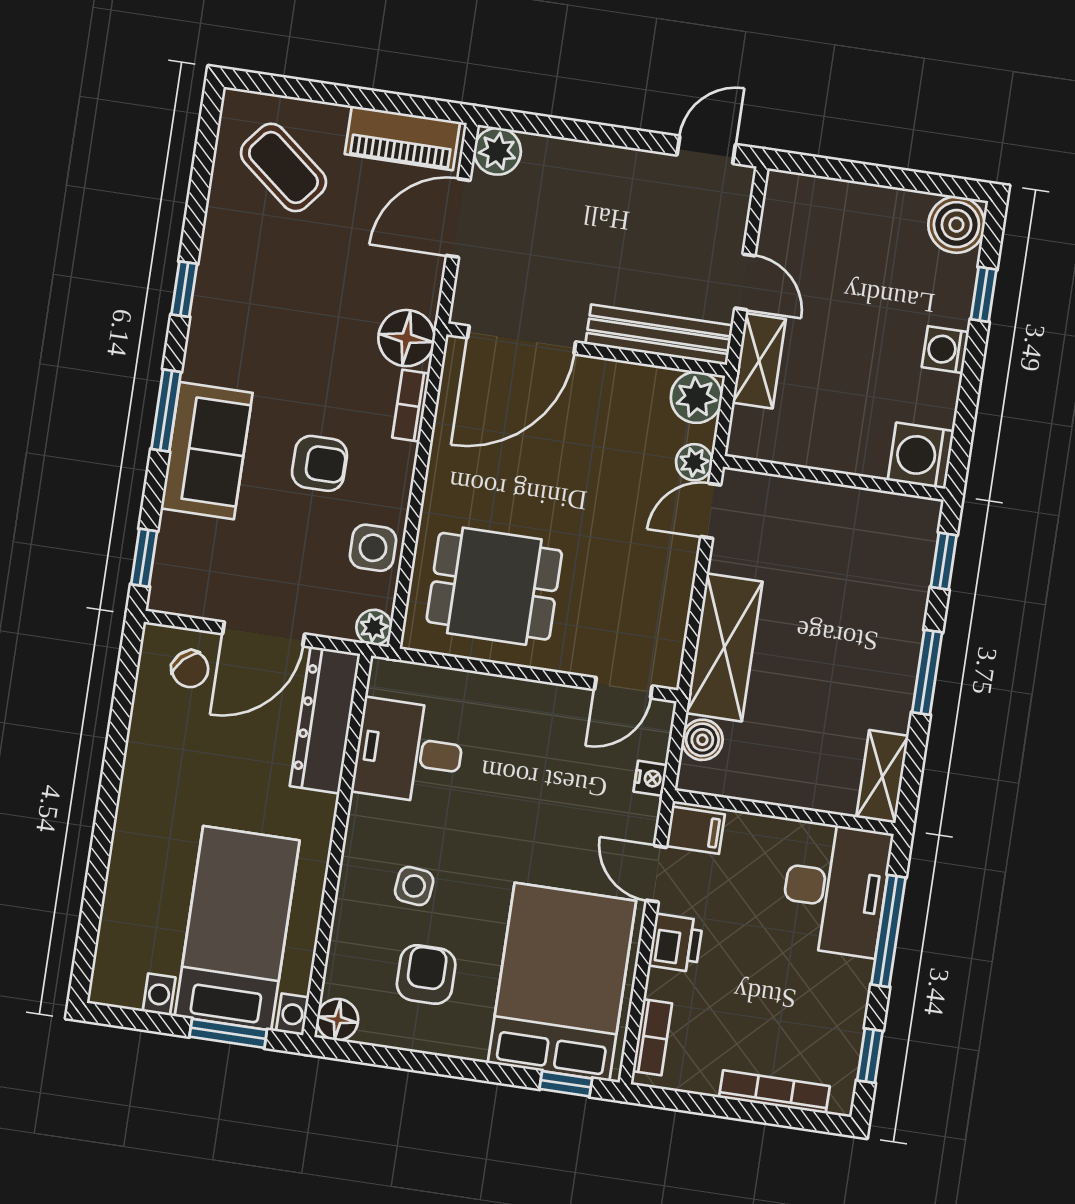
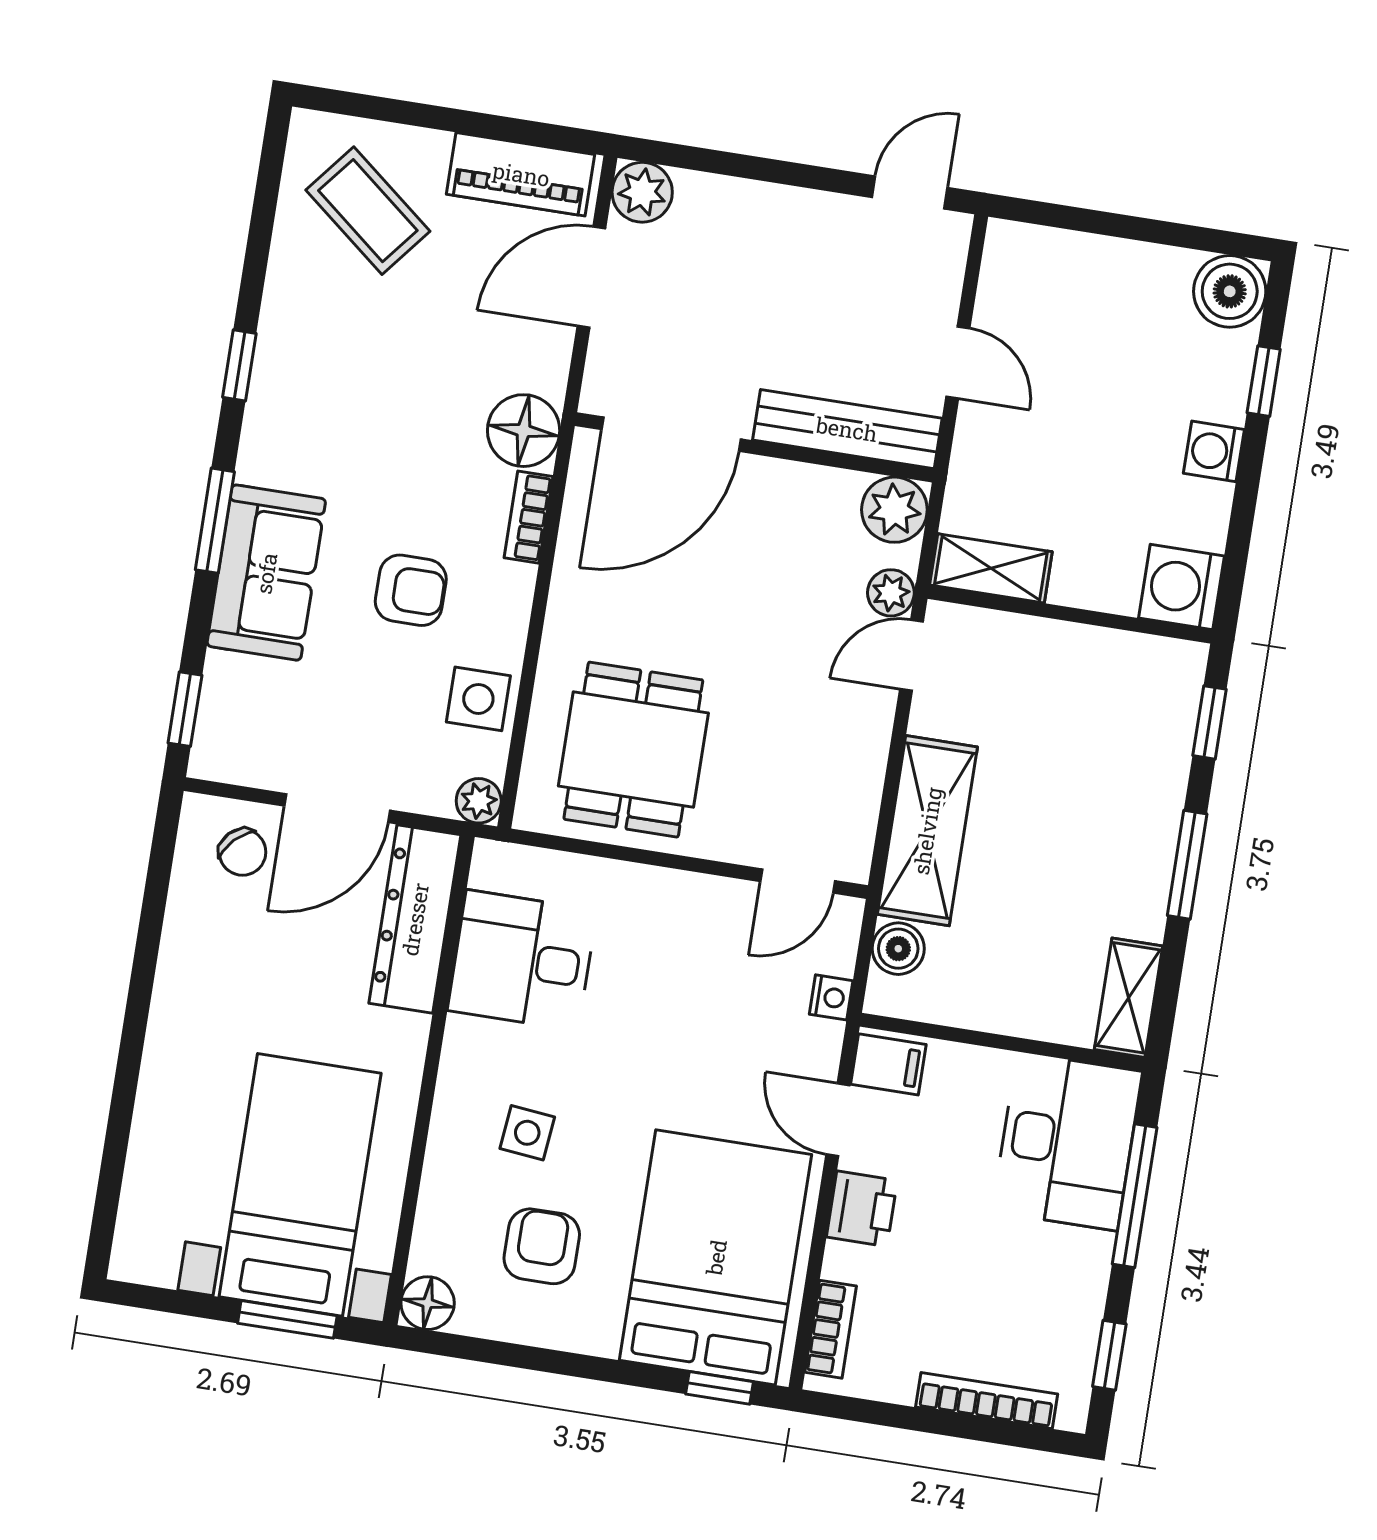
shelving: (759, 361) -> (991, 568), moved, turned 90
dining table: (494, 586) -> (633, 750), turned 90

